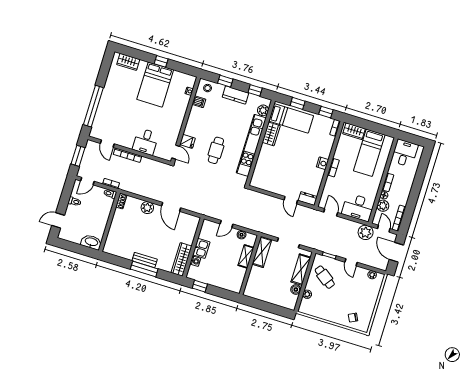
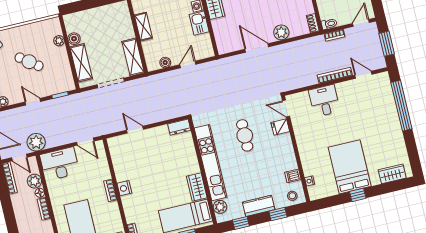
dresser: (308, 199) -> (179, 127), moved
shelving: (246, 256) -> (143, 27), moved
cafe table: (325, 277) -> (29, 62), moved

